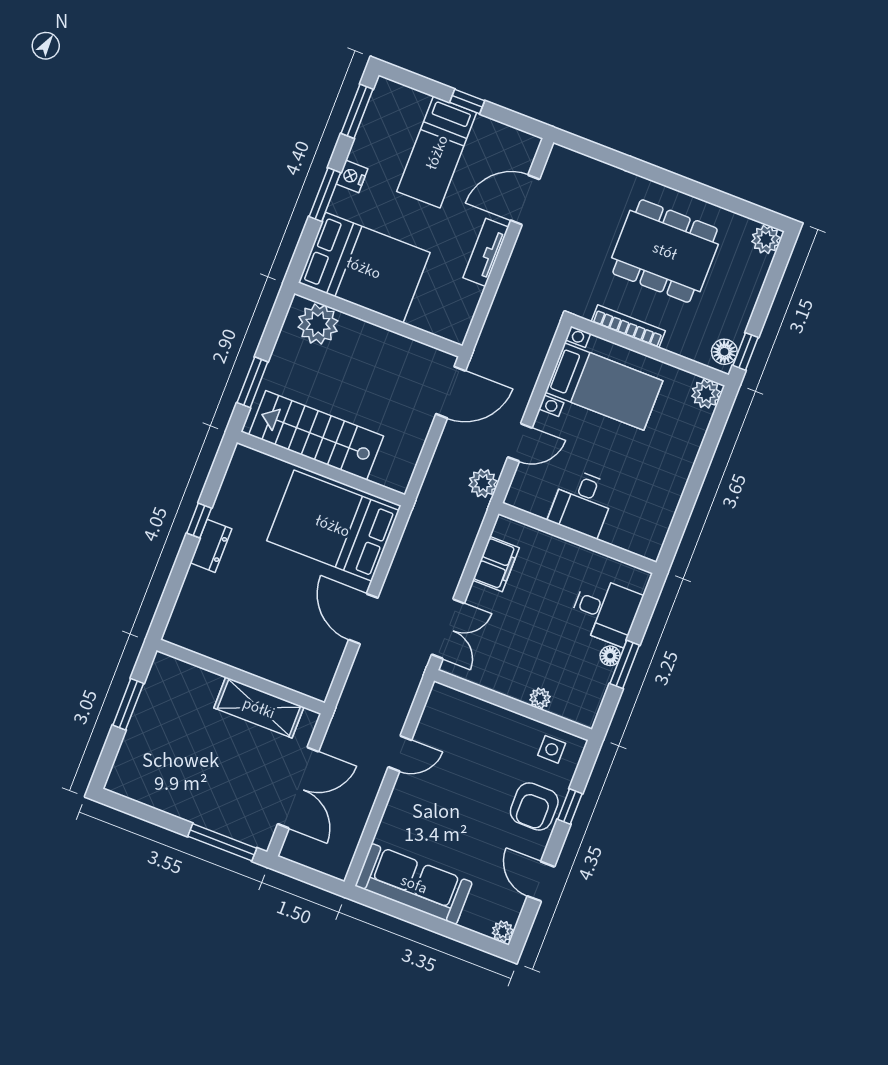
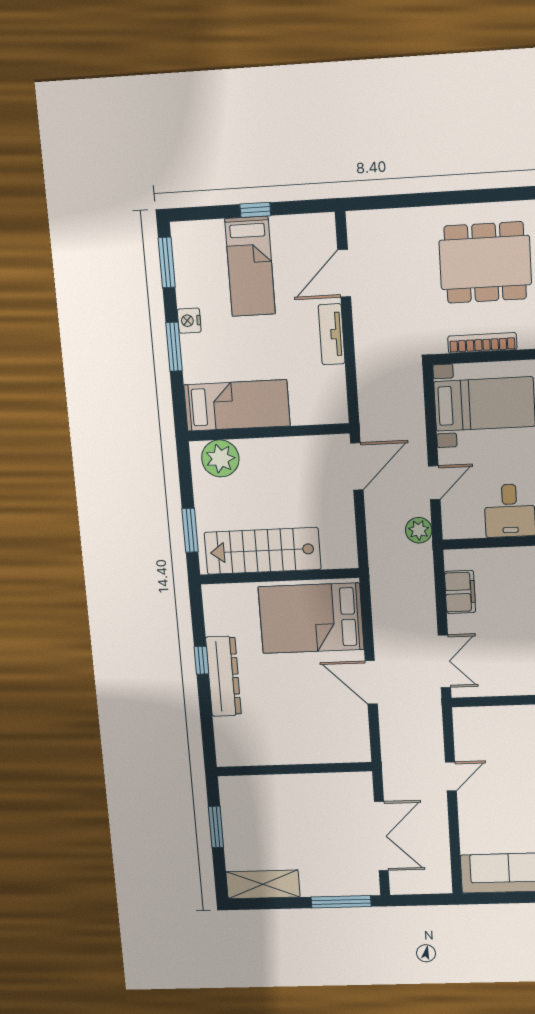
bed: (364, 268) -> (237, 405), width x0.67
dresser: (211, 546) -> (223, 676), width x1.96, depth x1.24
shelving: (259, 708) -> (263, 884), moved

